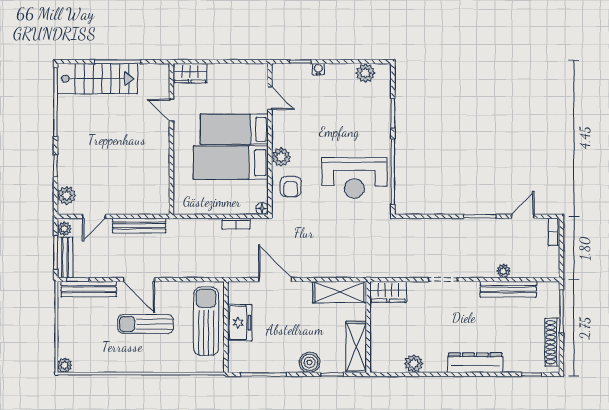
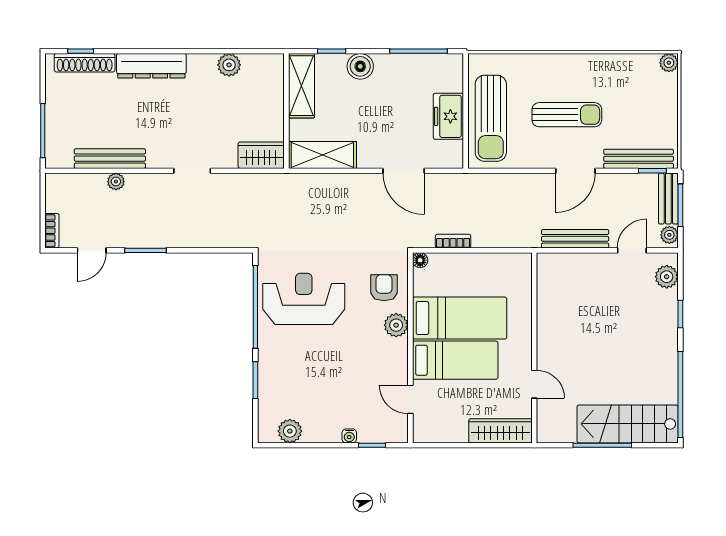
wardrobe: (190, 73) -> (500, 431), width x1.50
door: (139, 280) -> (575, 171), swing flipped
shoe rack: (552, 342) -> (85, 63), moved, turned 90

